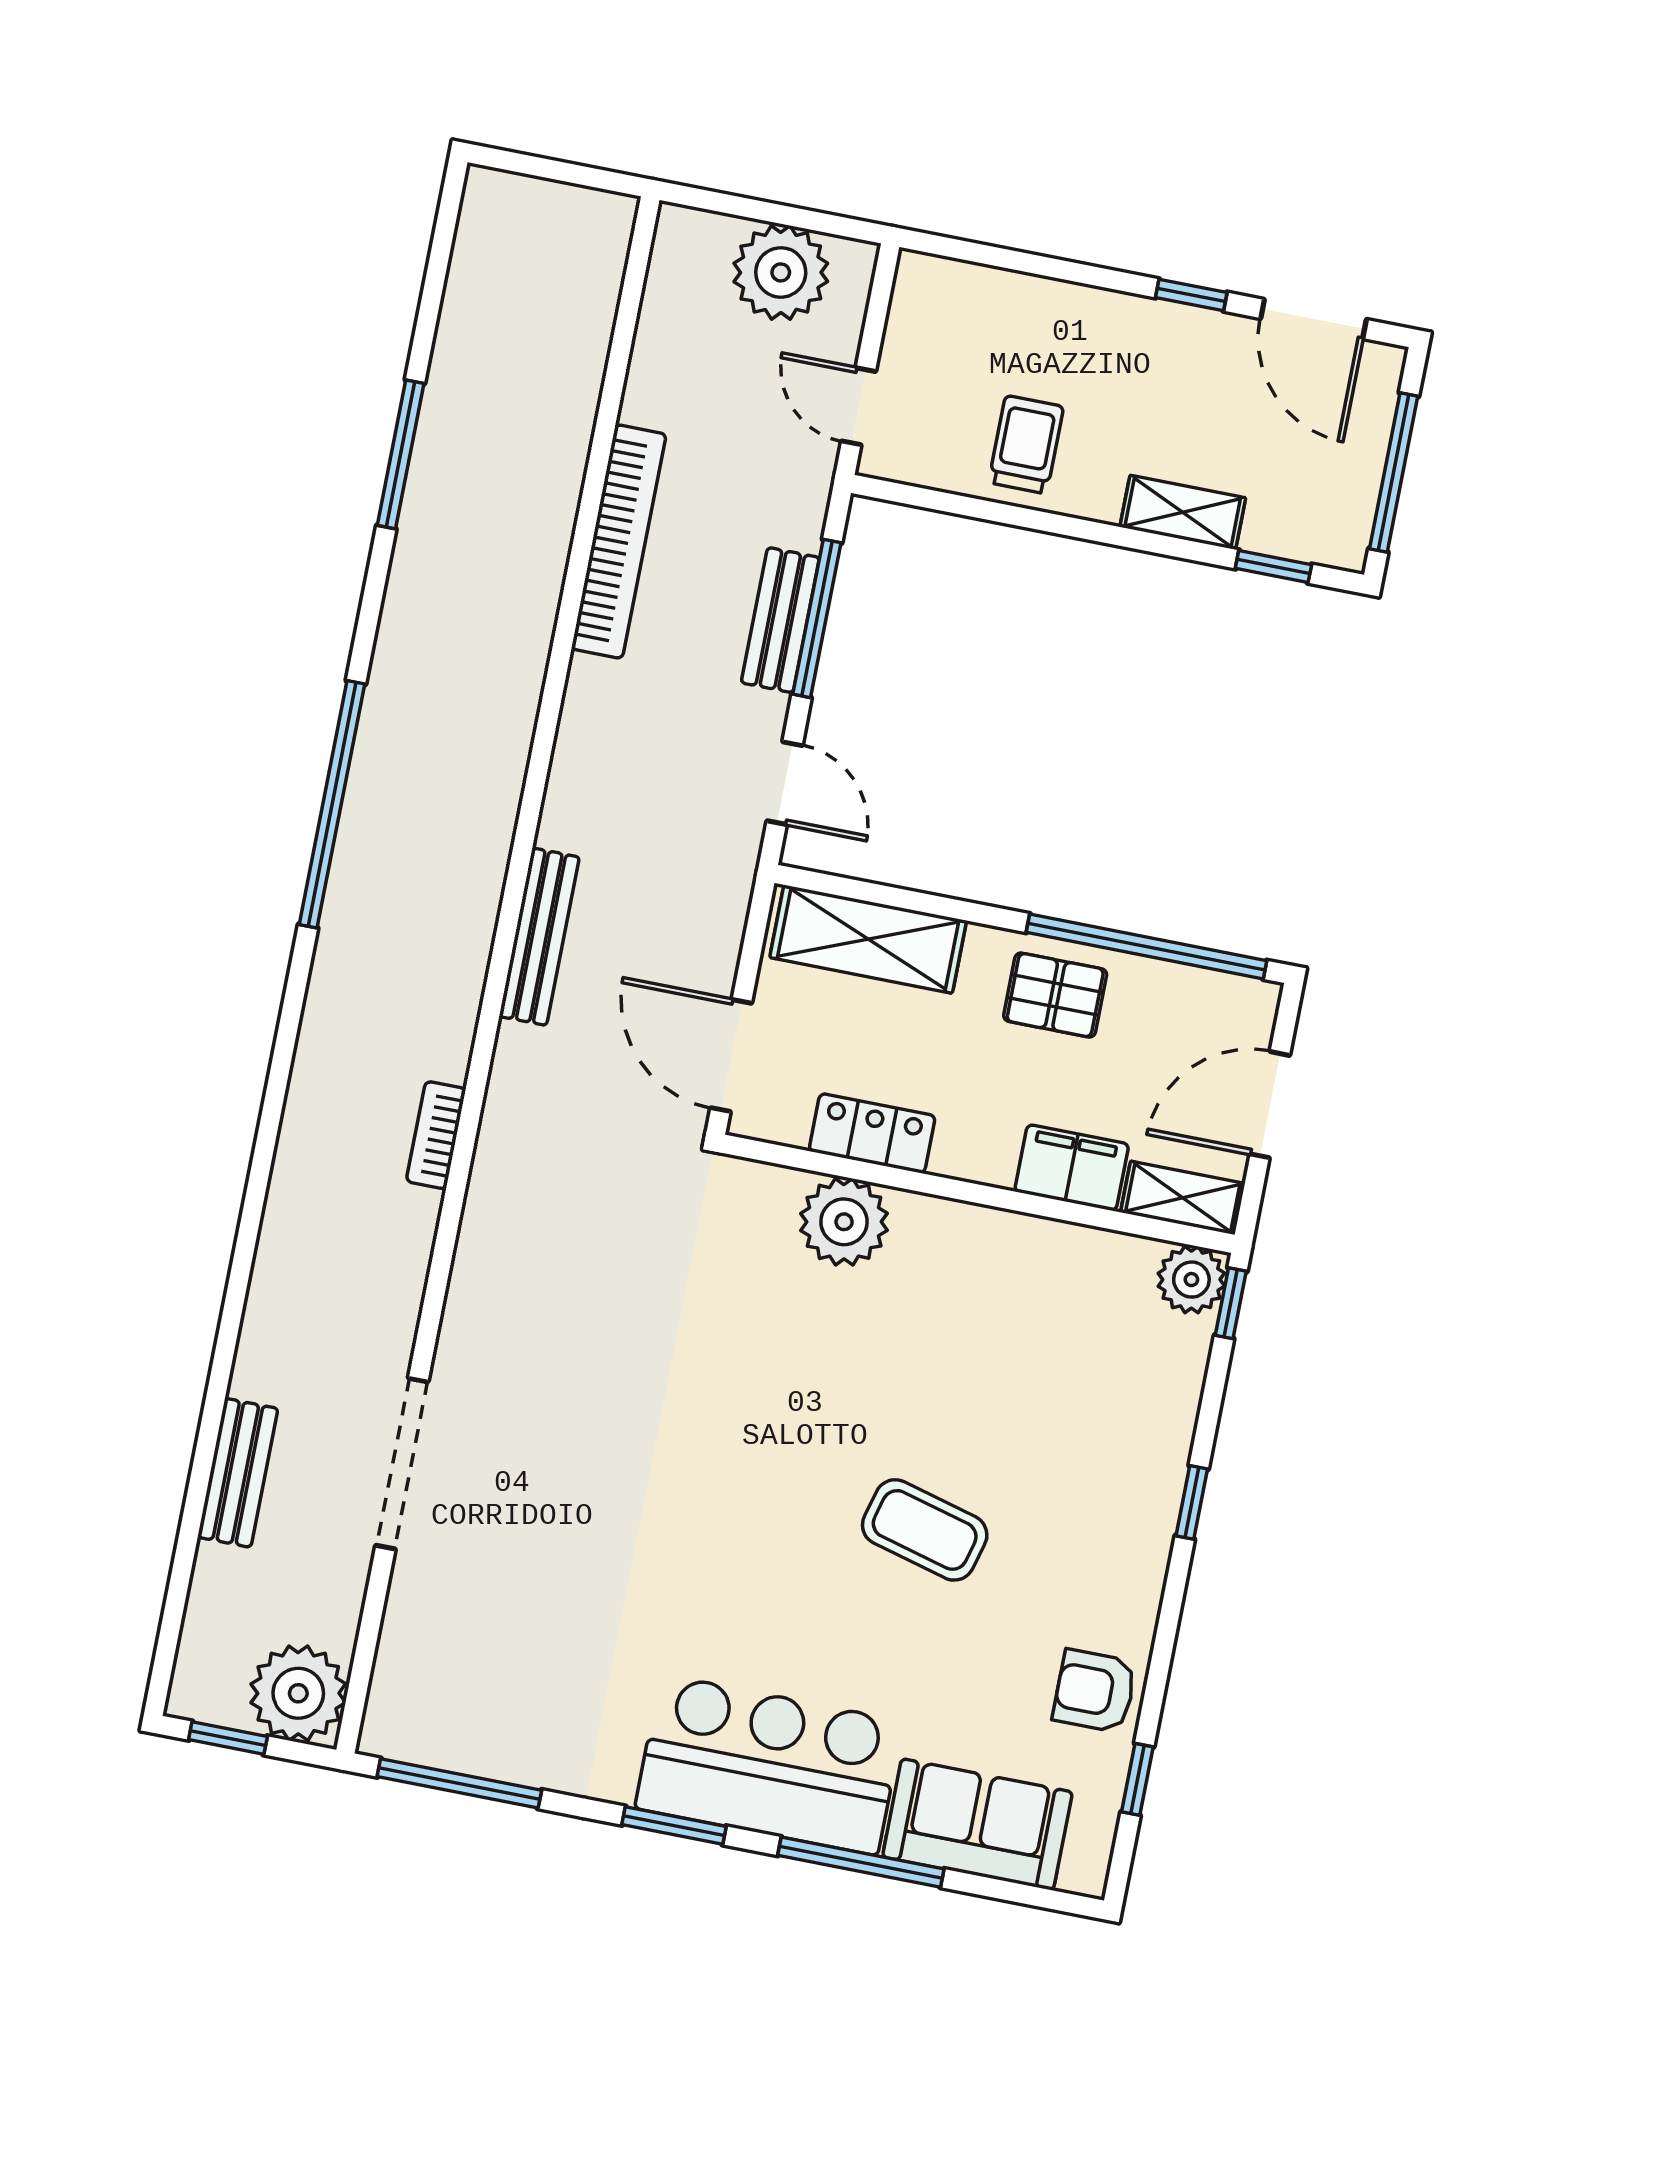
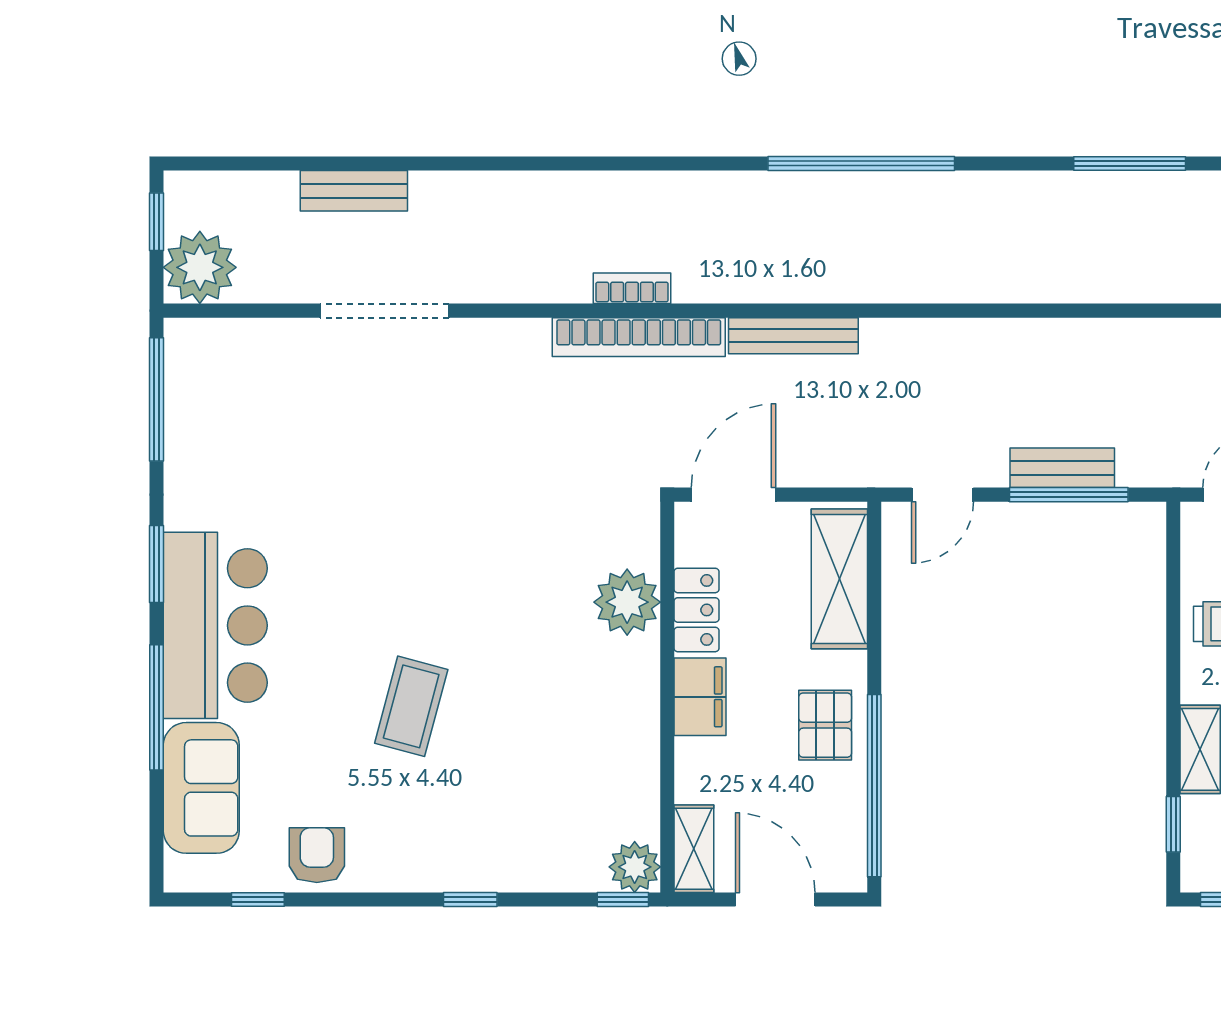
bookcase: (619, 542) -> (639, 337), moved
filing cabinet: (1072, 1168) -> (700, 697), moved

